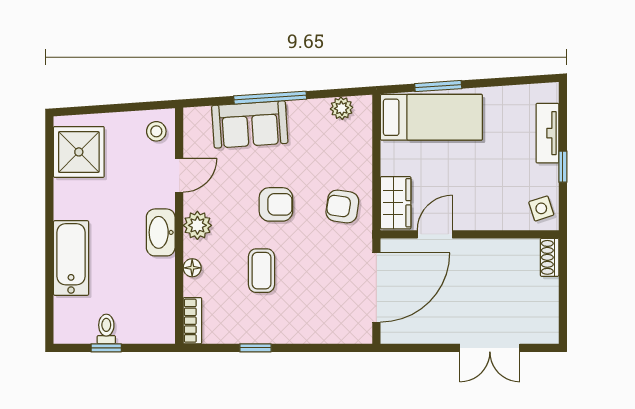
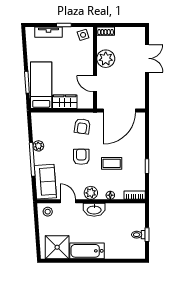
plant: (342, 108) -> (38, 146), moved
sofa: (250, 124) -> (45, 182), moved
wardrobe: (396, 203) -> (65, 102), moved
bathtub: (71, 258) -> (87, 251), moved
plant: (489, 258) -> (106, 59), added
door: (376, 287) -> (119, 111), swing flipped

